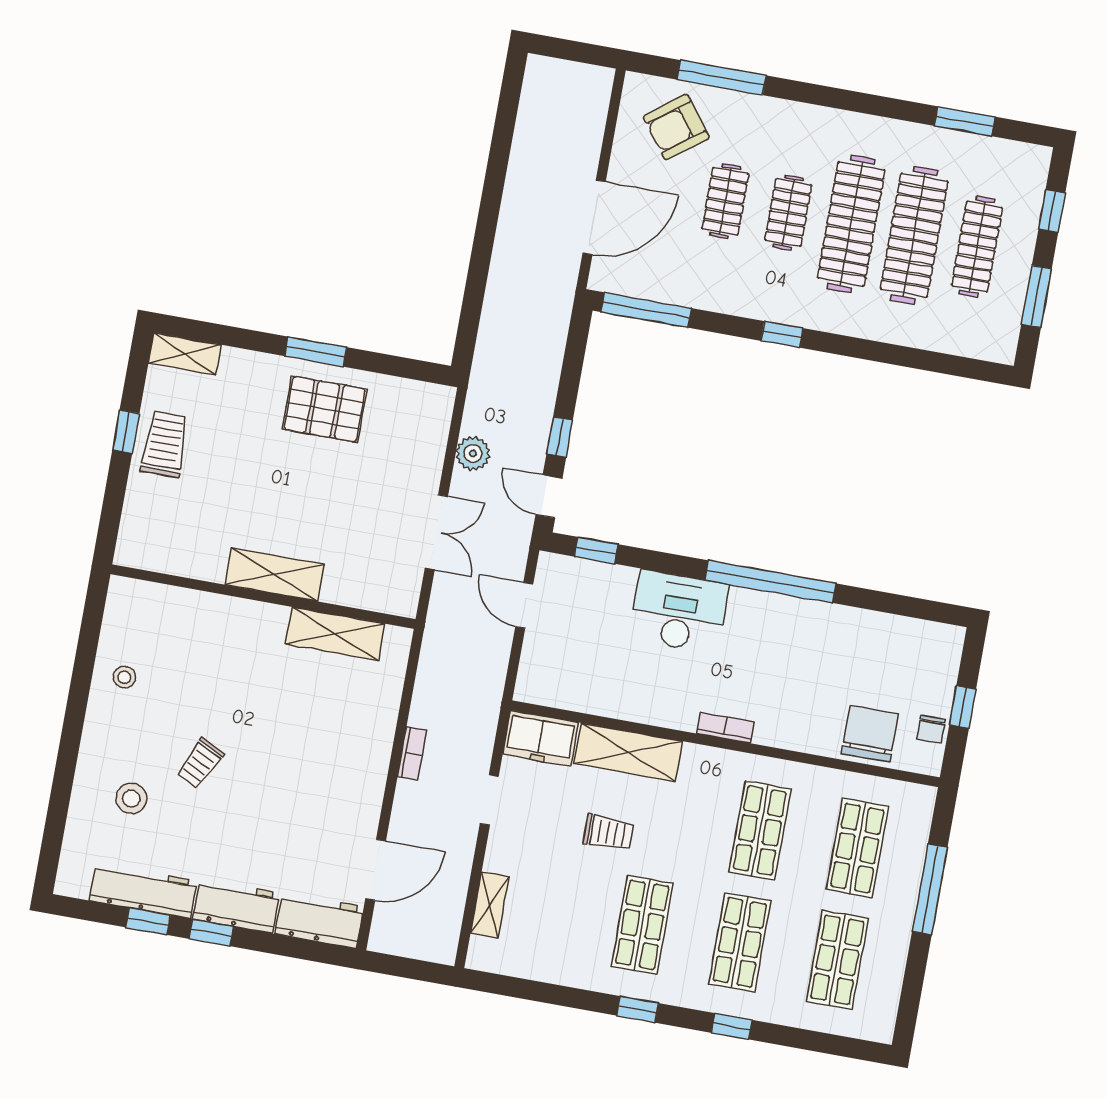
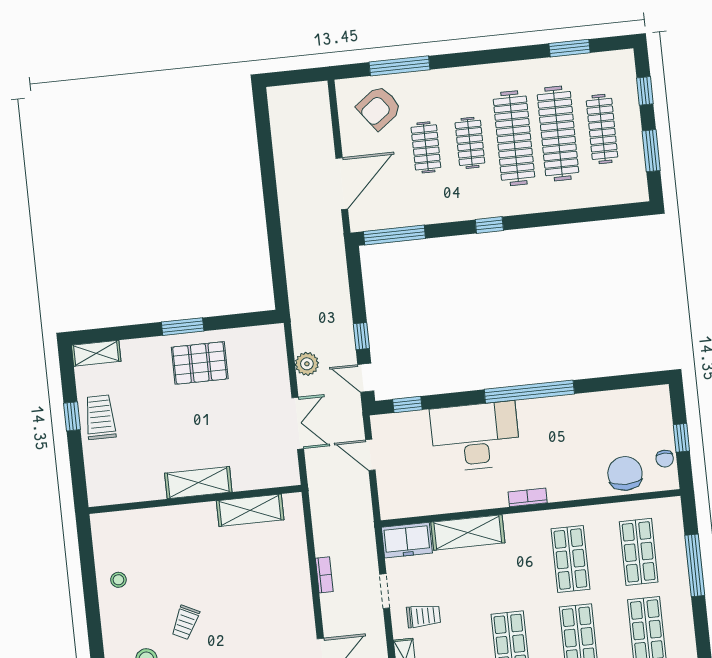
desk: (679, 612) -> (475, 437), width x1.36, depth x1.30
trolley: (608, 832) -> (424, 616), moved

